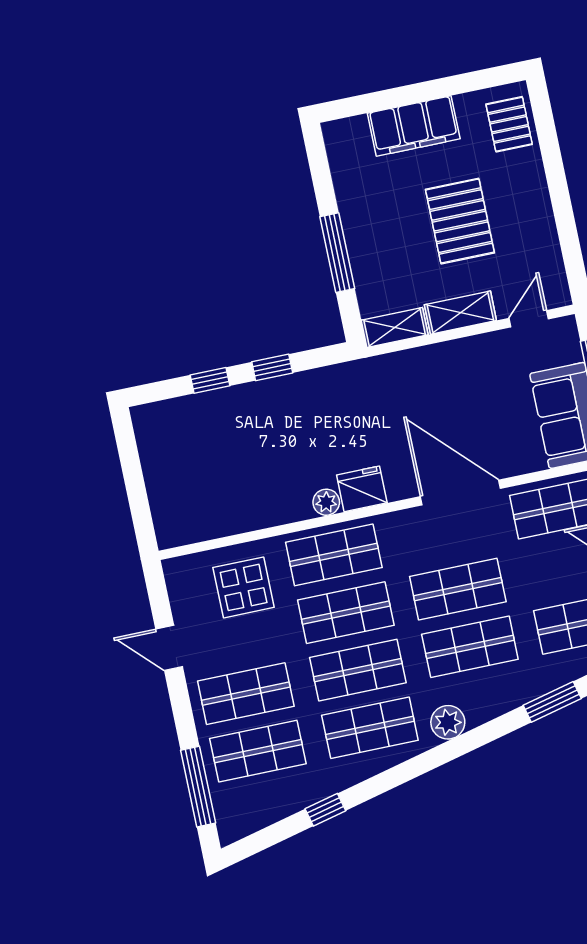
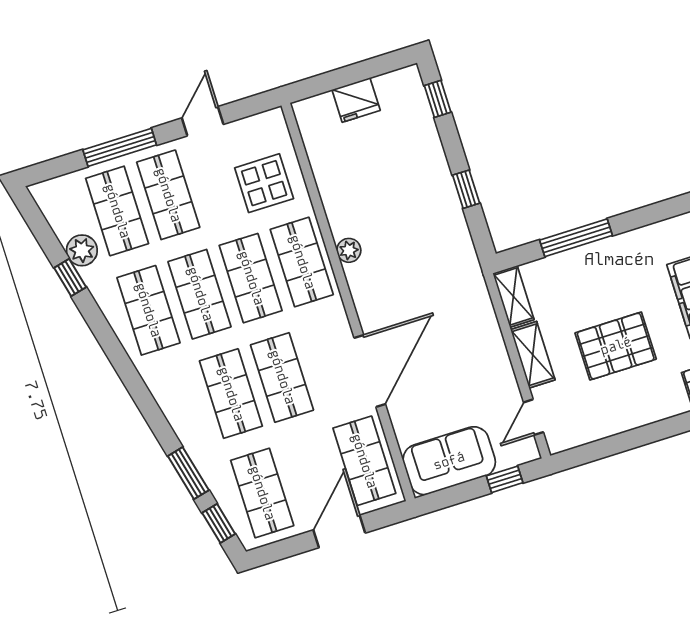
door: (529, 319) -> (533, 417), swing flipped
window: (210, 380) -> (438, 99), moved
fridge: (362, 489) -> (356, 100), moved, turned 90
plant: (448, 722) -> (82, 250), moved
window: (198, 787) -> (120, 147), moved

